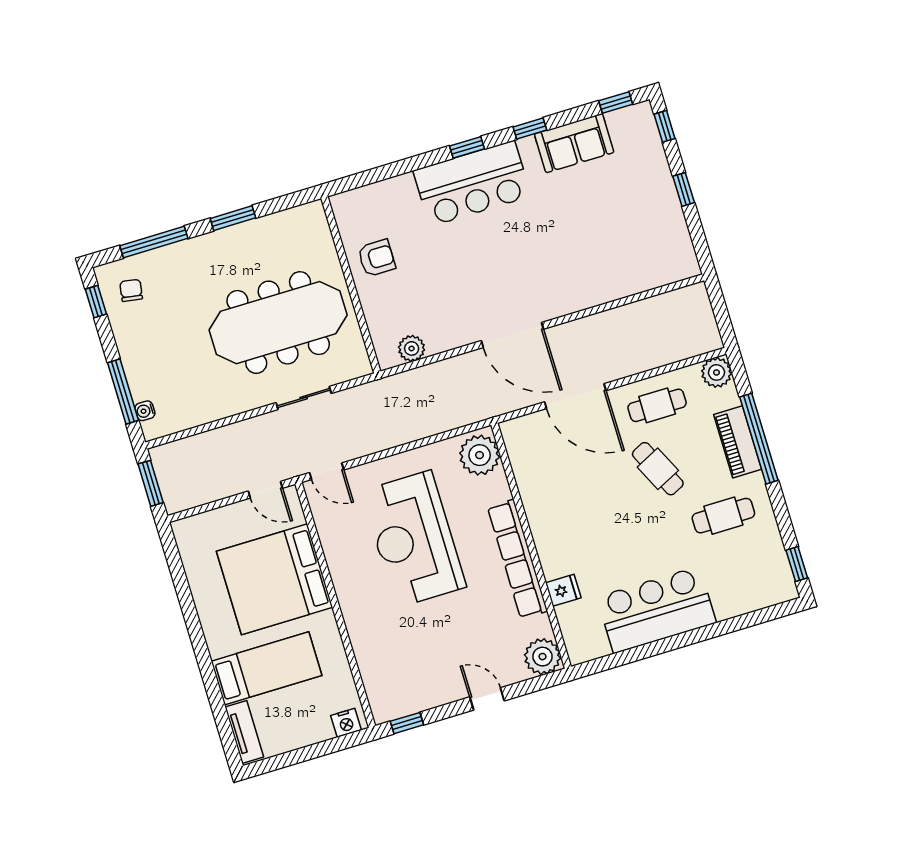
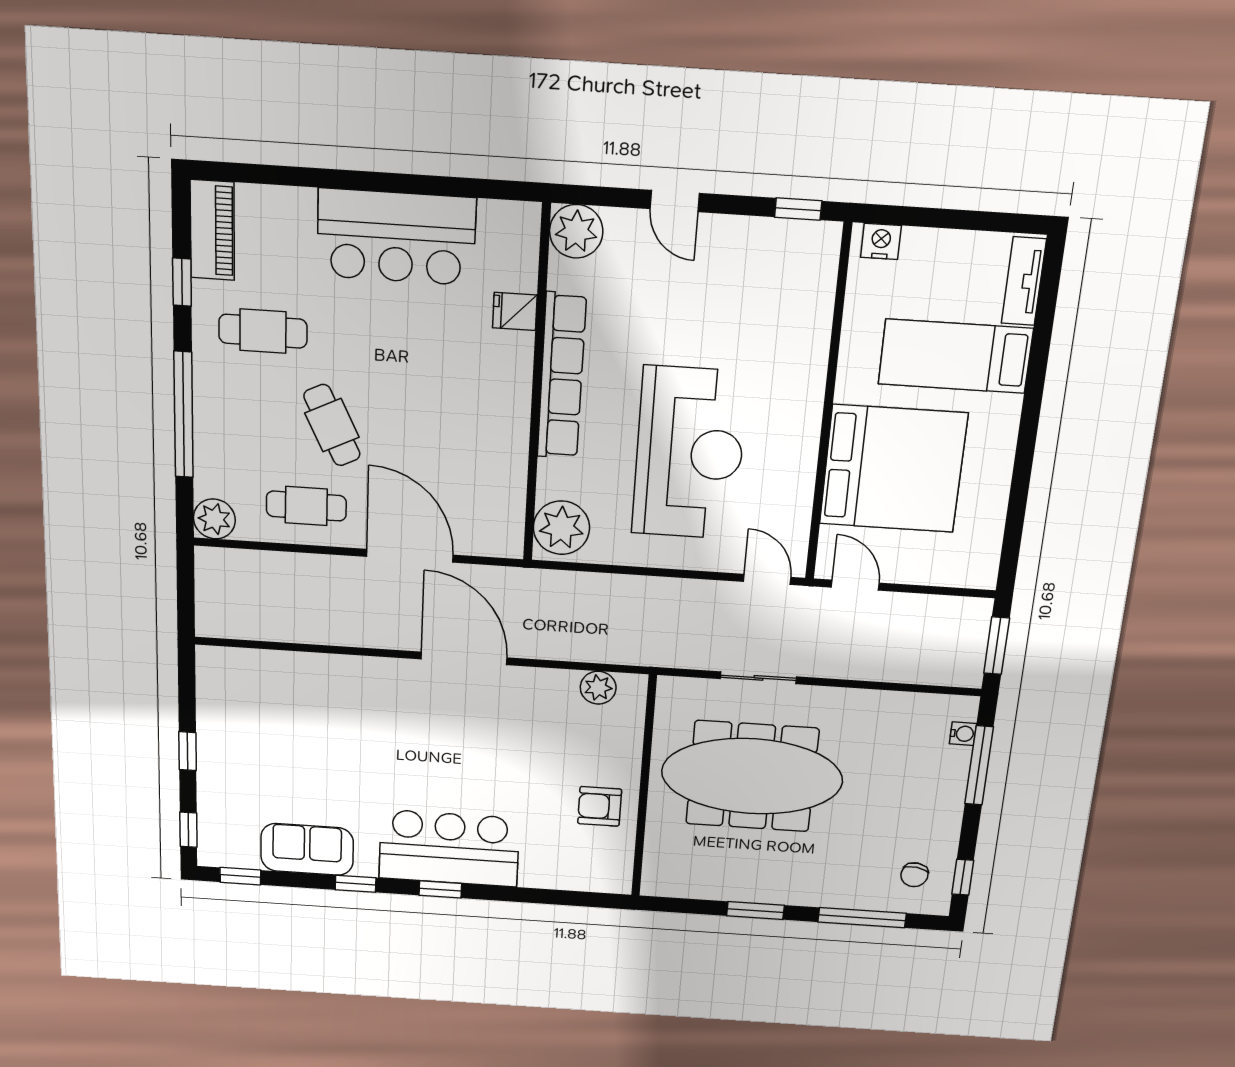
piano: (738, 442) -> (212, 230), moved
window: (797, 564) -> (182, 282), moved

